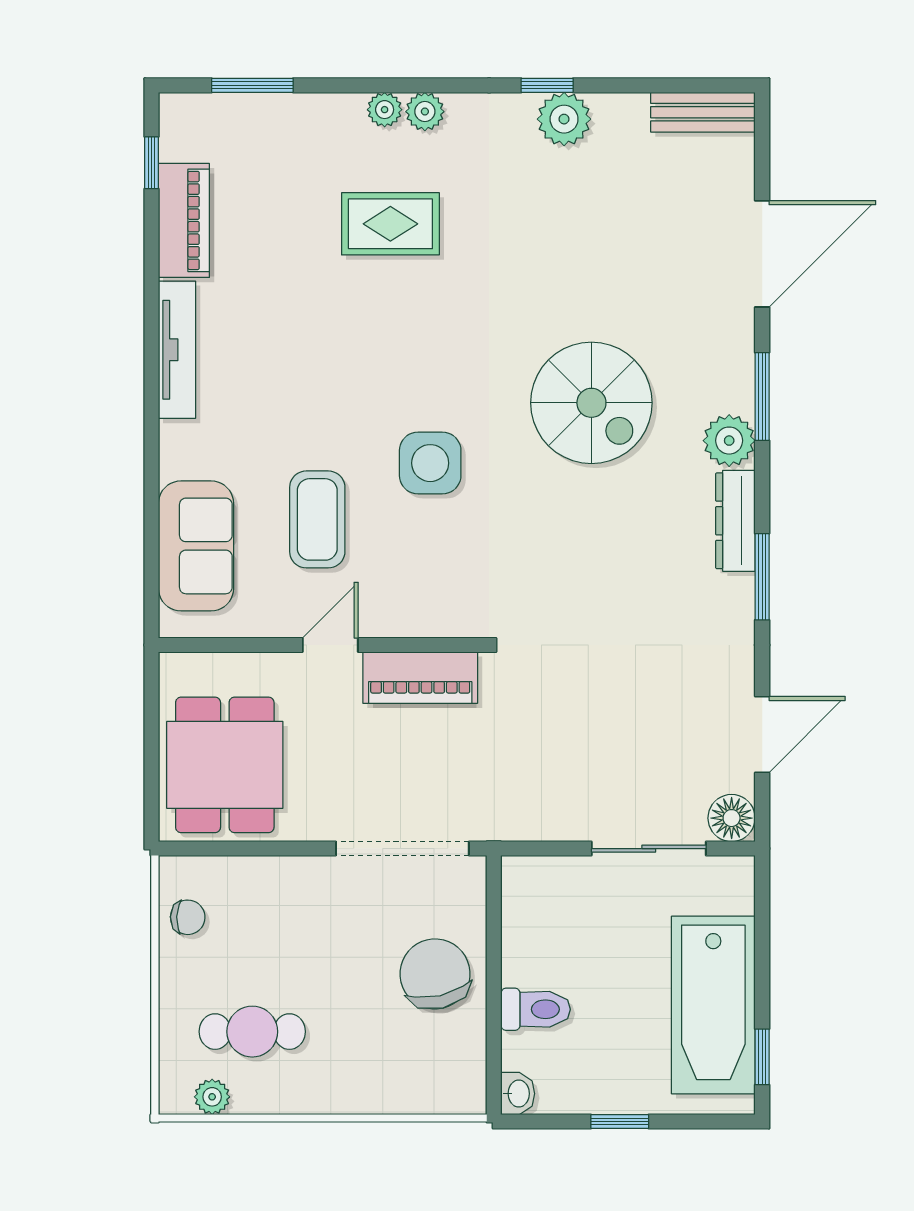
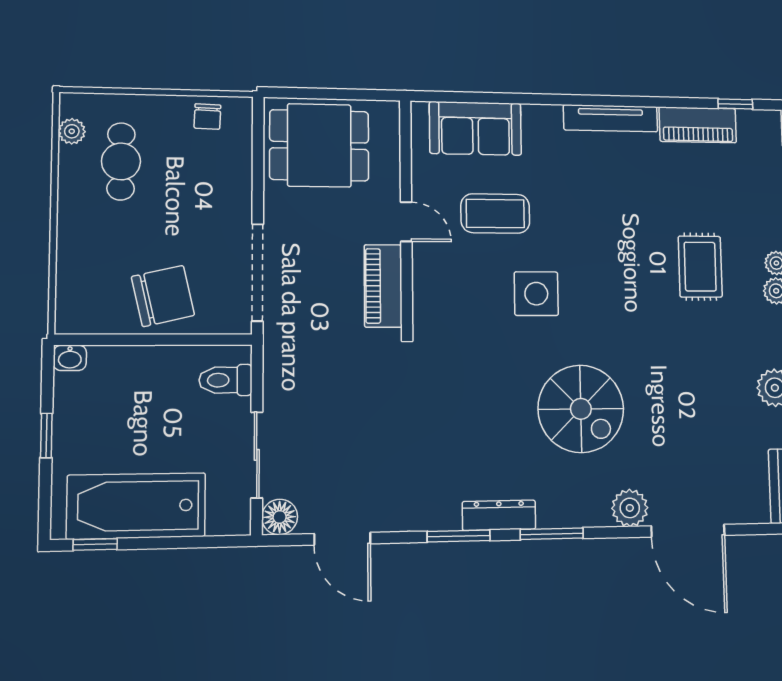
window: (762, 396) -> (552, 534), moved
spiral stairs: (591, 403) -> (581, 409), turned -90
plant: (729, 441) -> (630, 508), moved
toilet: (536, 1009) -> (226, 380), moved, turned 90

